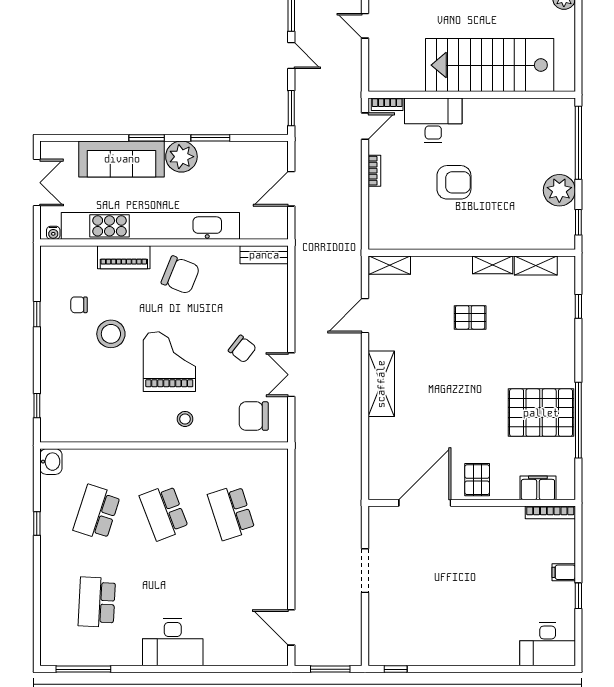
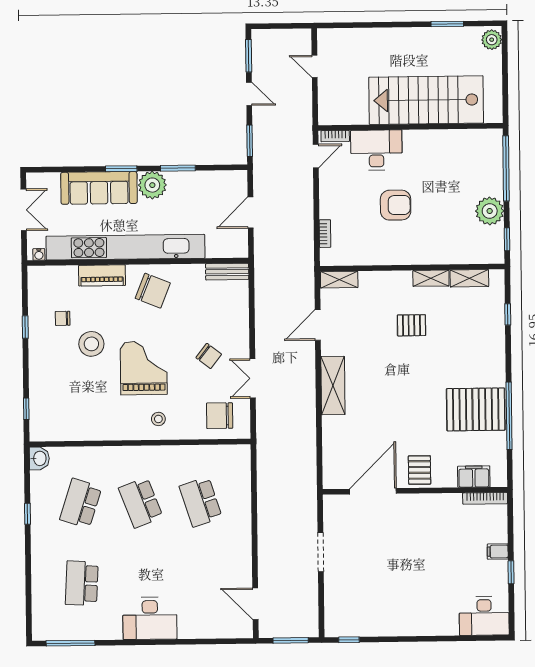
bookcase: (374, 171) -> (325, 234), moved

